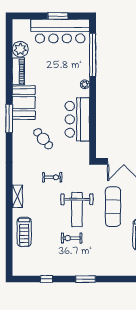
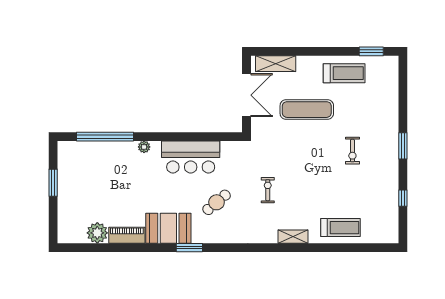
bar counter: (60, 31) -> (73, 180), removed
window: (9, 118) -> (189, 248), width x0.69
weight bench: (77, 210) -> (311, 157), removed
exercise bike: (72, 238) -> (352, 151), moved

